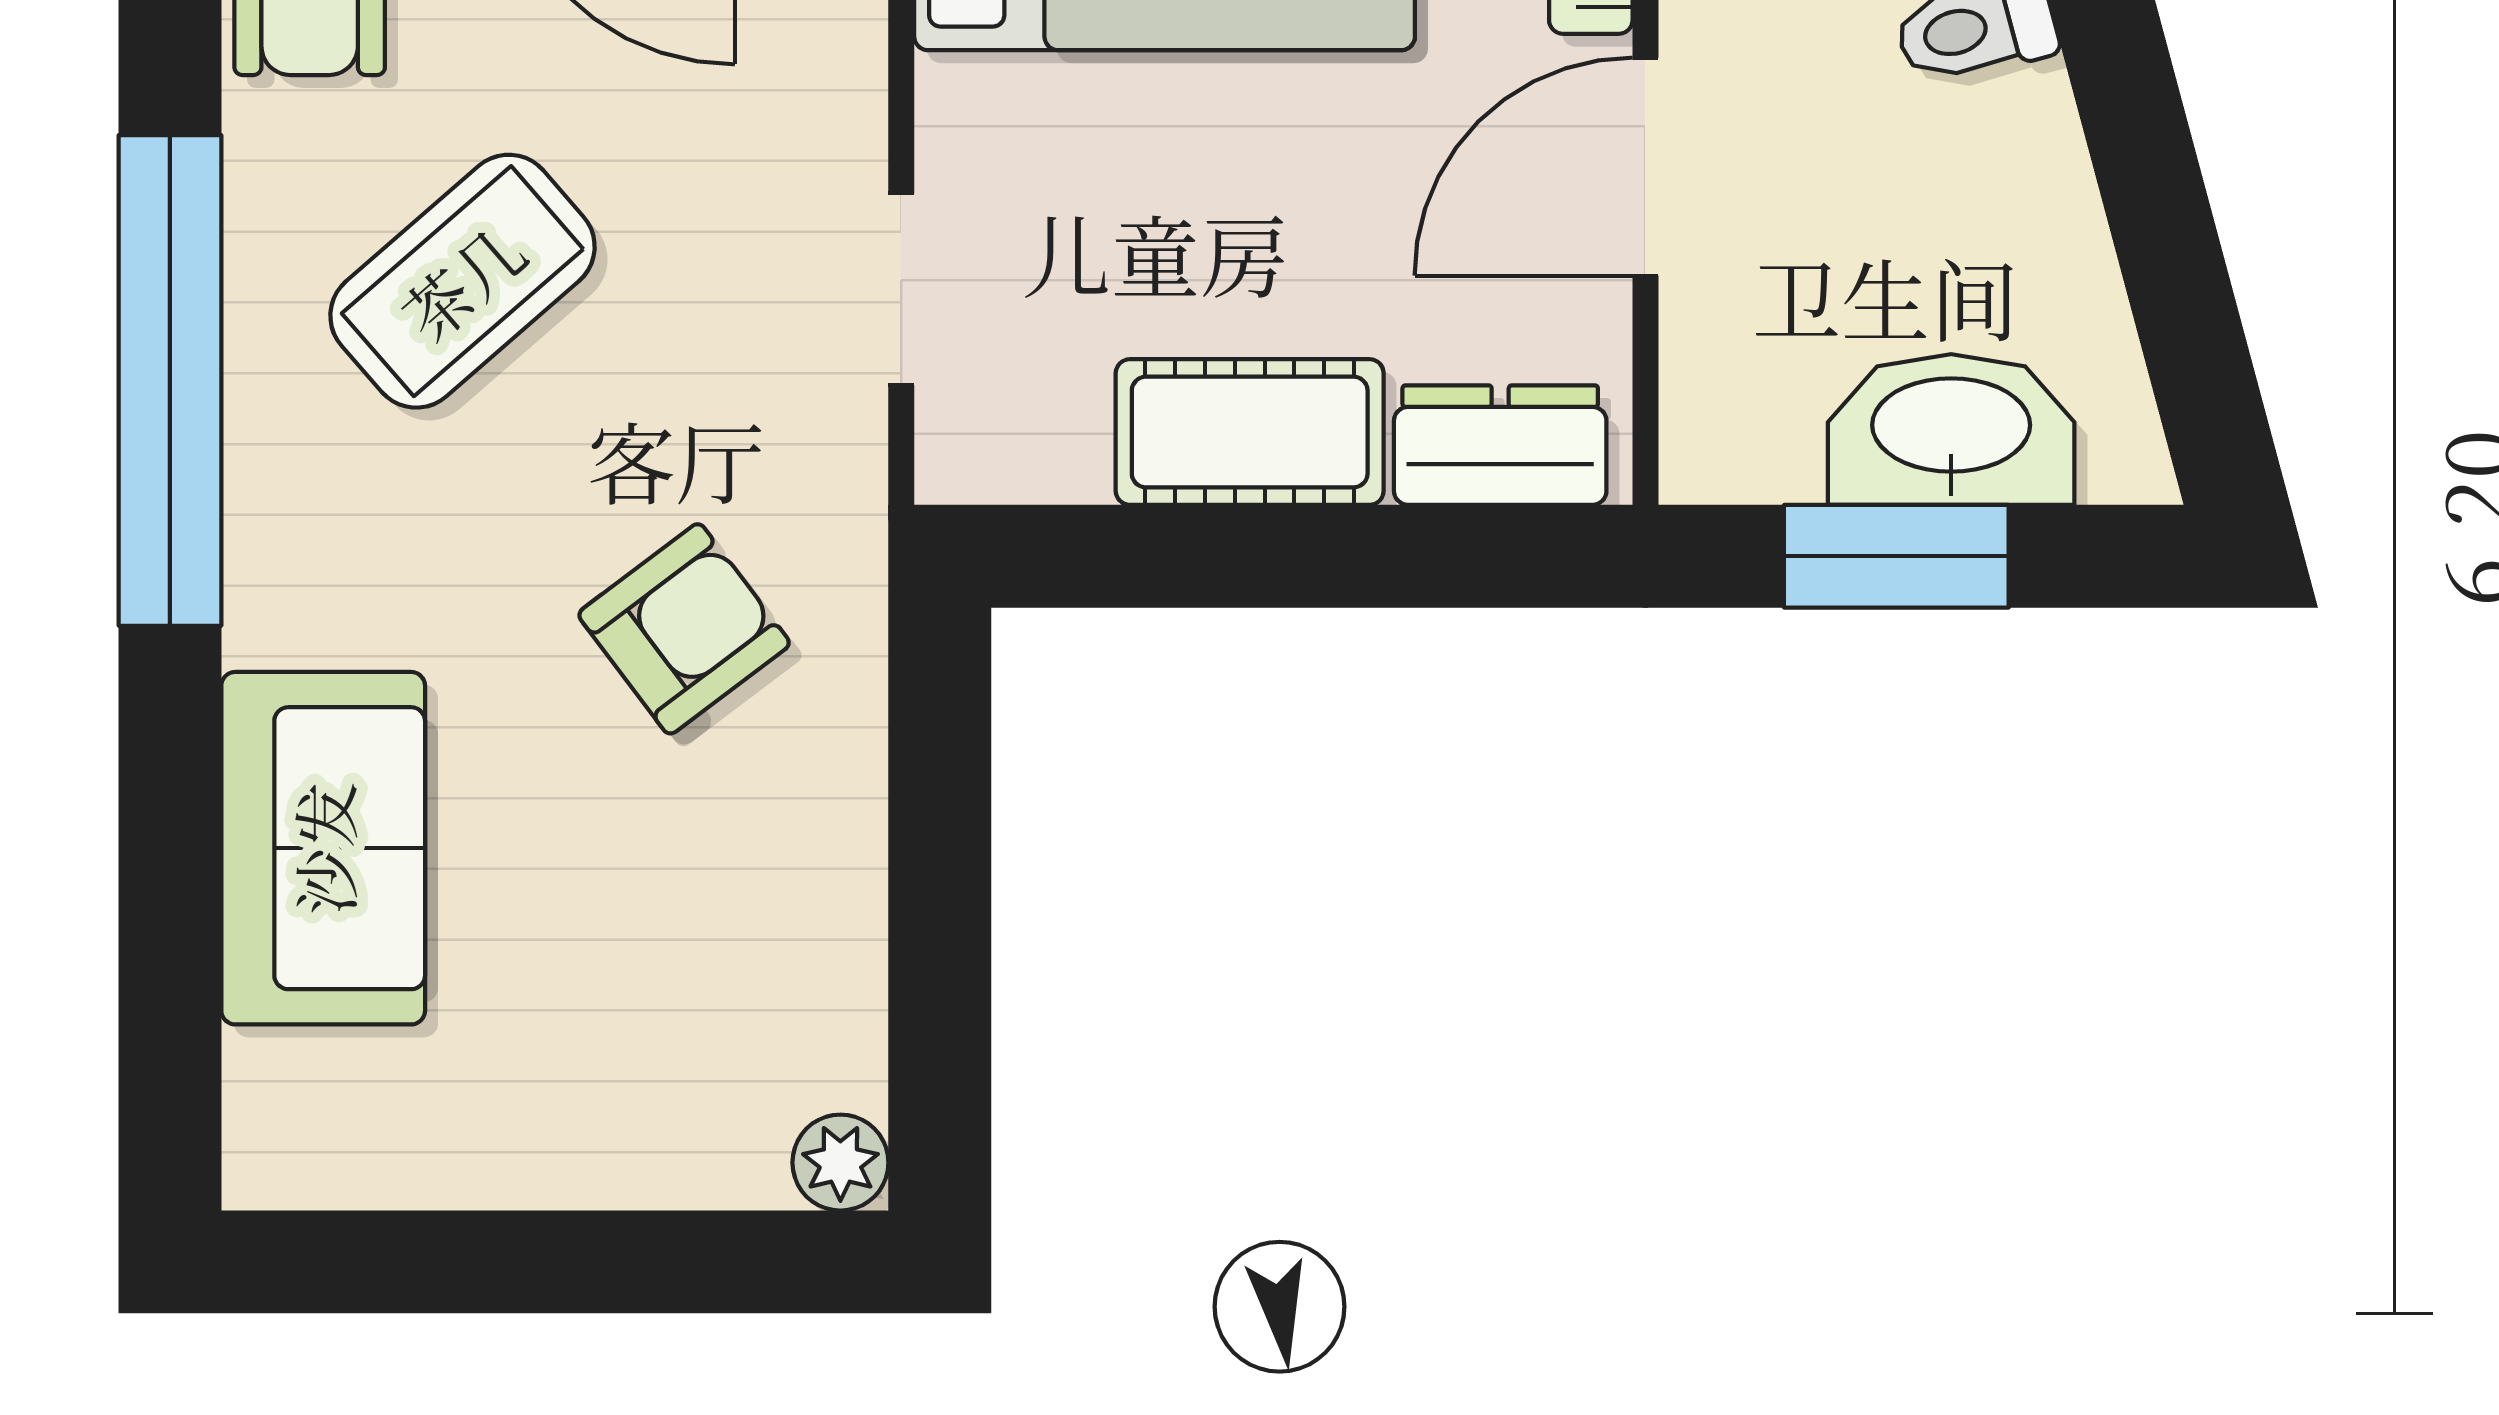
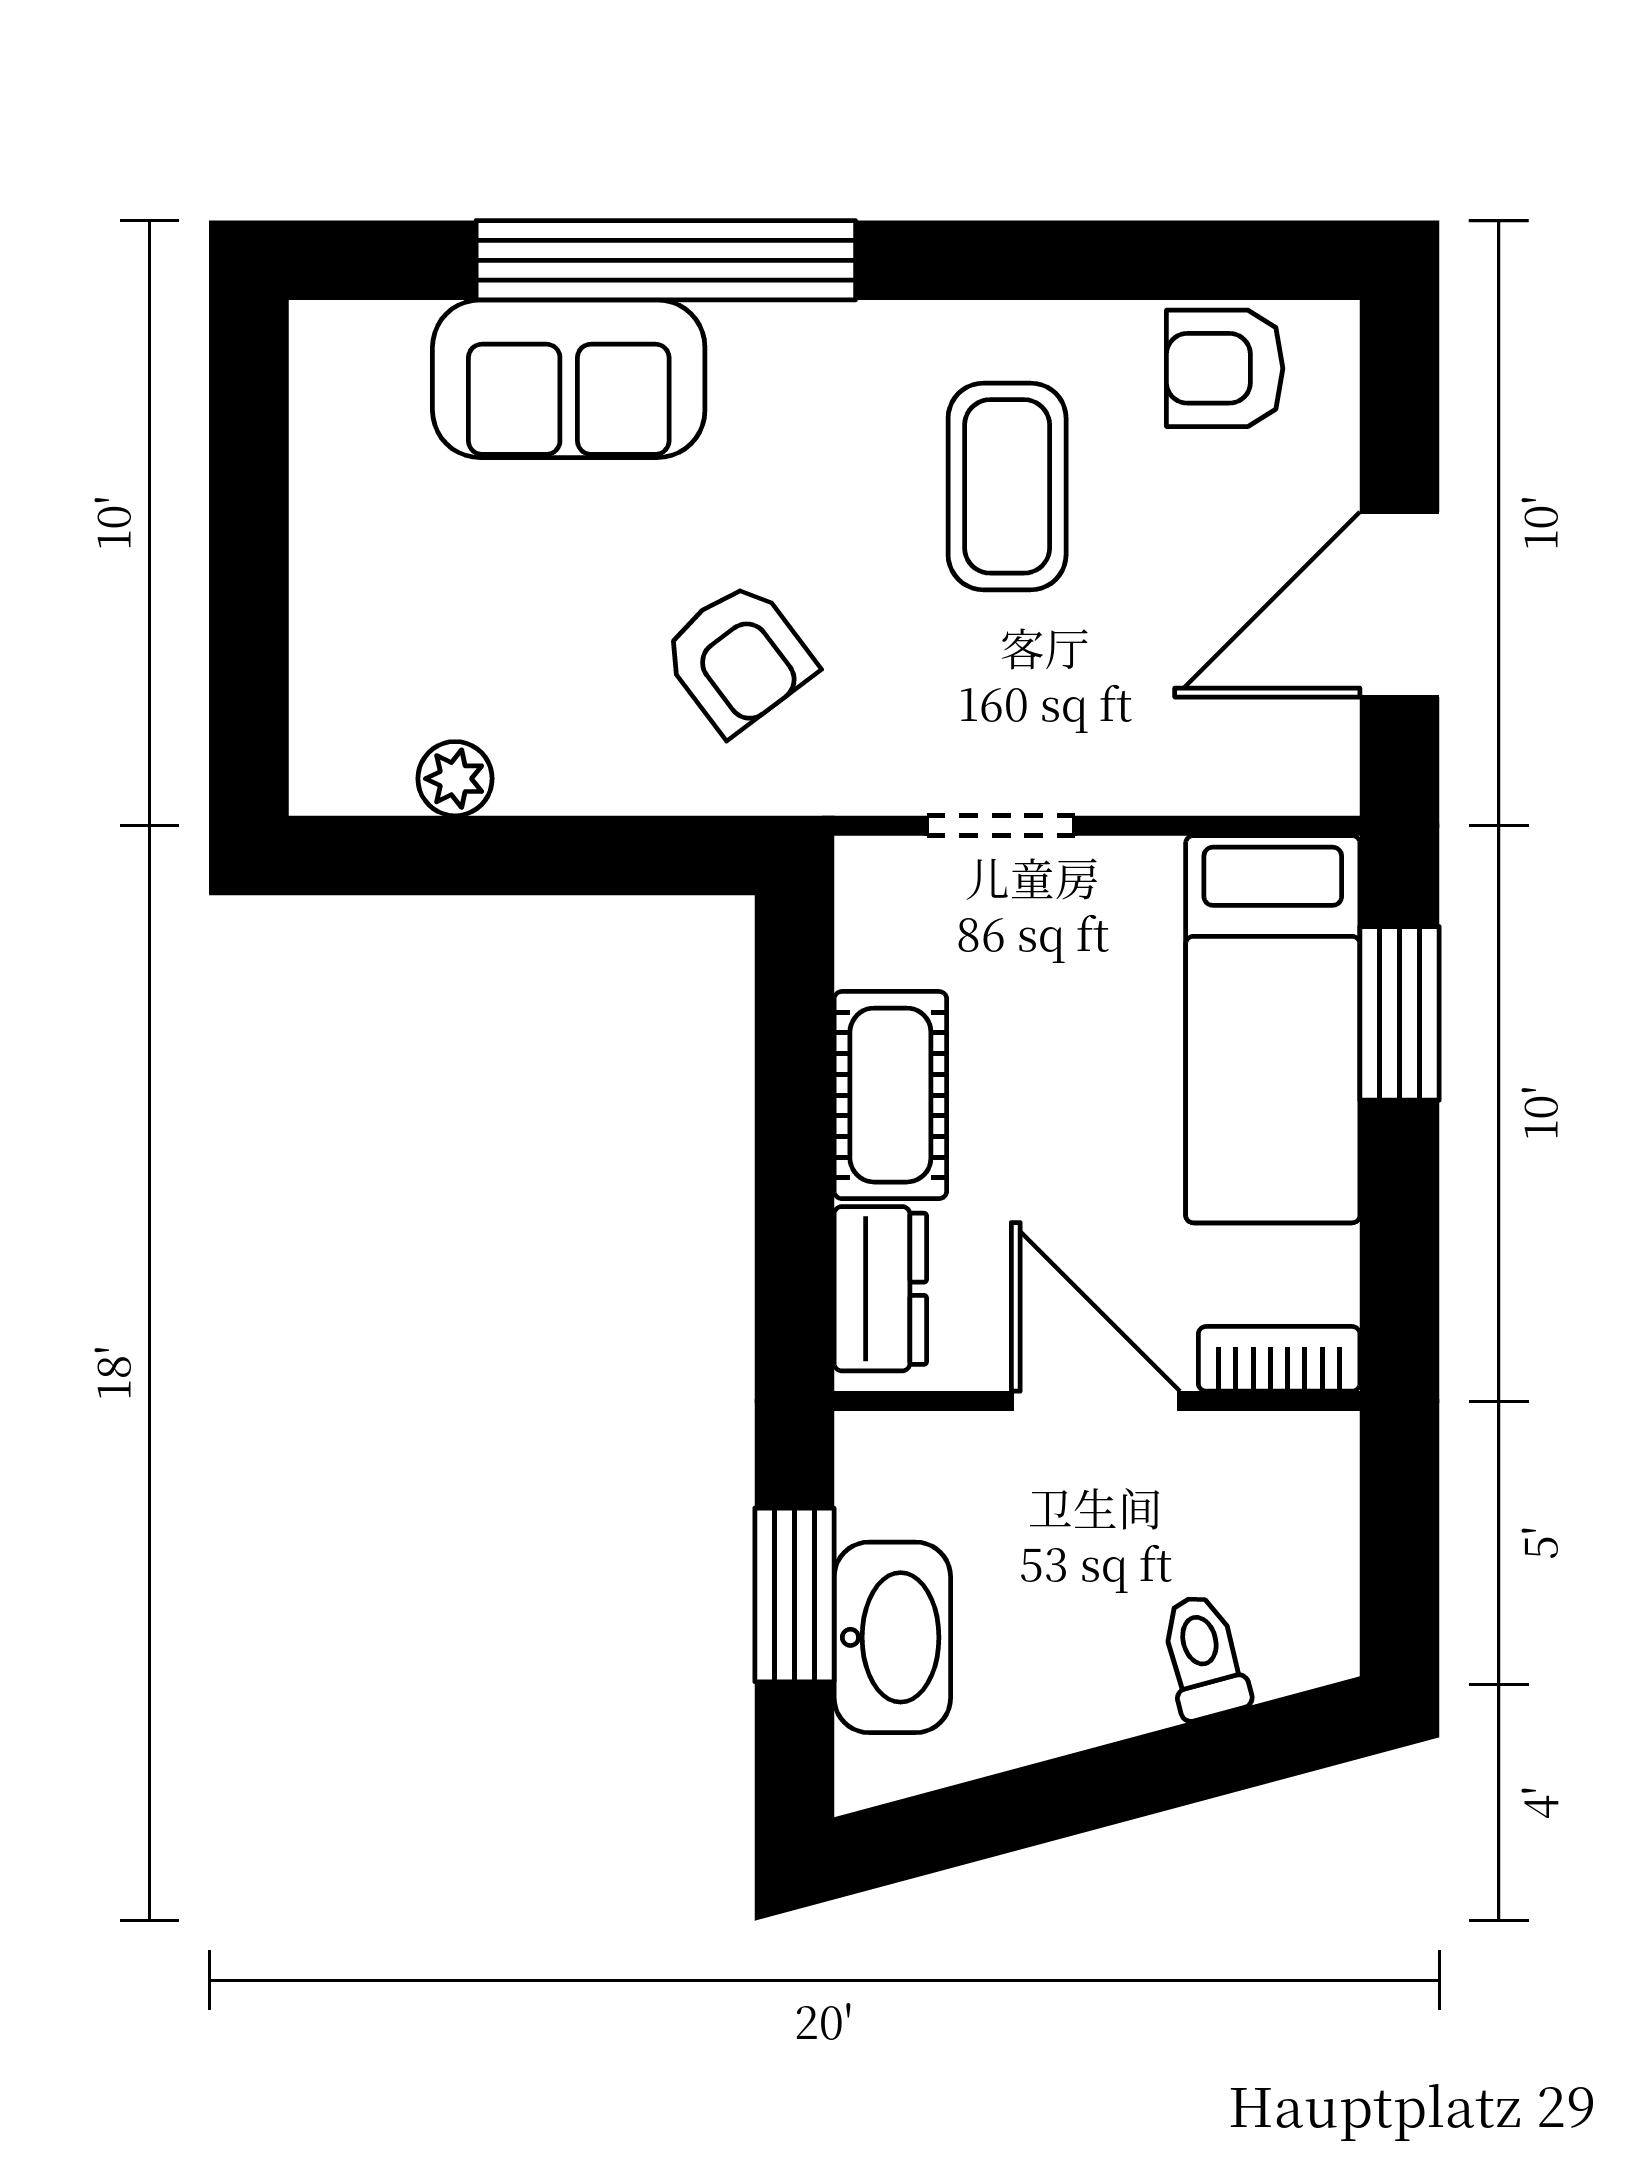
coffee table: (462, 281) -> (1007, 486), turned 41
window: (170, 380) -> (666, 260), moved
plant: (840, 1163) -> (455, 779), moved

